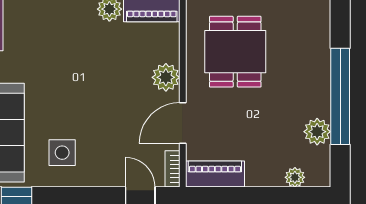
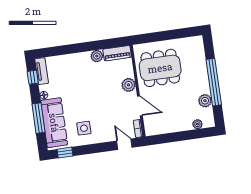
dining table: (235, 52) -> (160, 68), width x1.38
door: (183, 123) -> (140, 106), swing flipped
piano: (215, 174) -> (159, 128), removed

